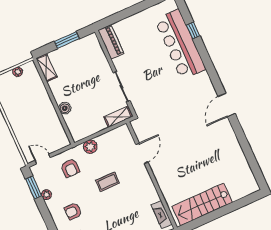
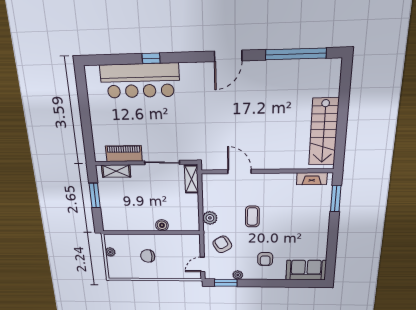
window: (193, 30) -> (151, 58), moved
piano: (111, 42) -> (124, 154), moved
shelving: (46, 68) -> (116, 171), moved
door: (227, 105) -> (228, 56), hinge flipped
chair: (29, 107) -> (148, 256), added
window: (249, 154) -> (296, 54), added
armchair: (70, 168) -> (222, 244), turned -120

